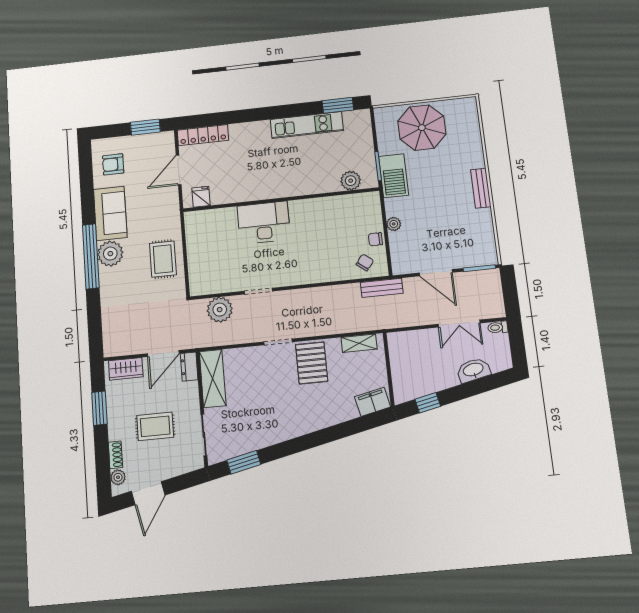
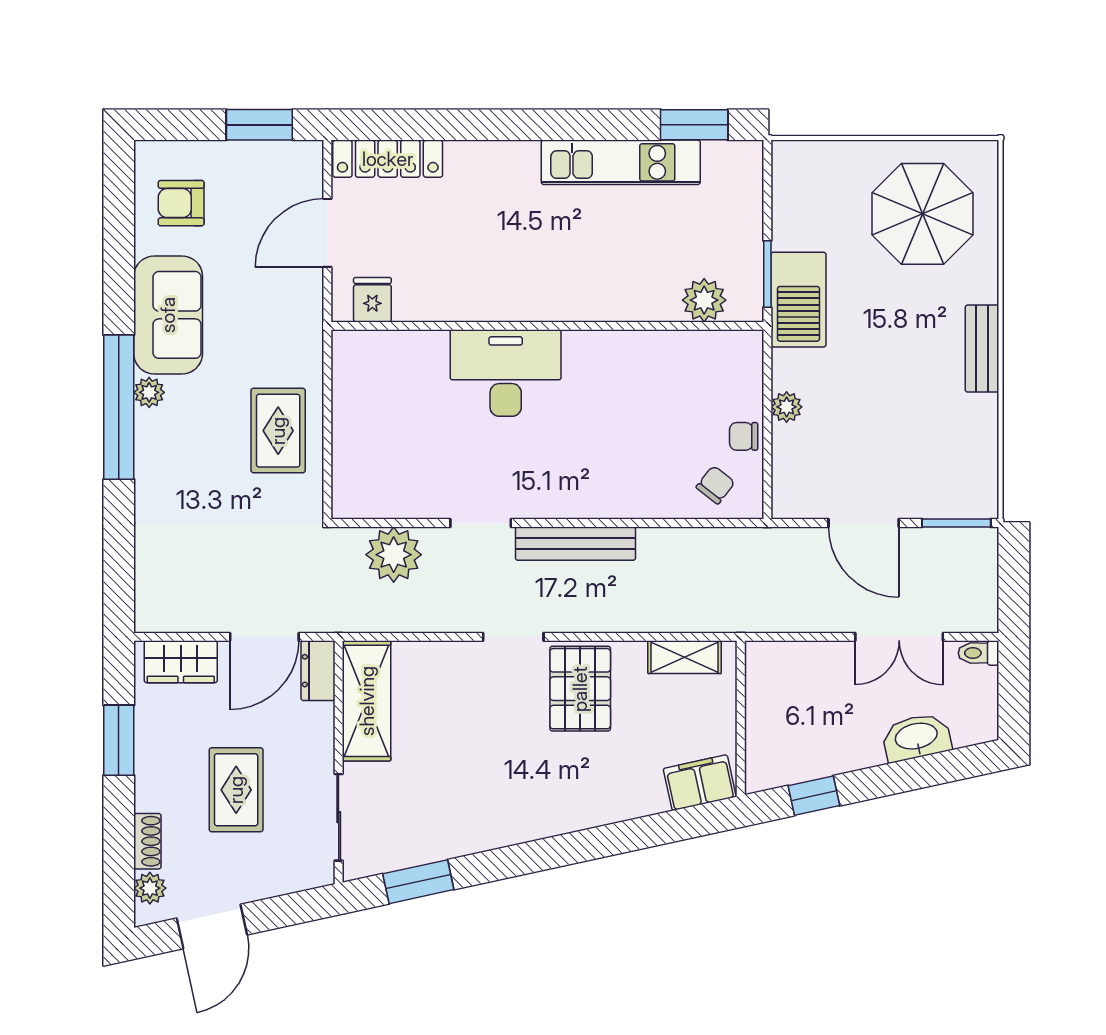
parasol: (422, 128) -> (922, 214), moved
plant: (110, 254) -> (149, 392), width x0.53, depth x0.53
bench: (382, 288) -> (576, 544), moved, width x1.36
rug: (155, 426) -> (236, 790), turned 90

